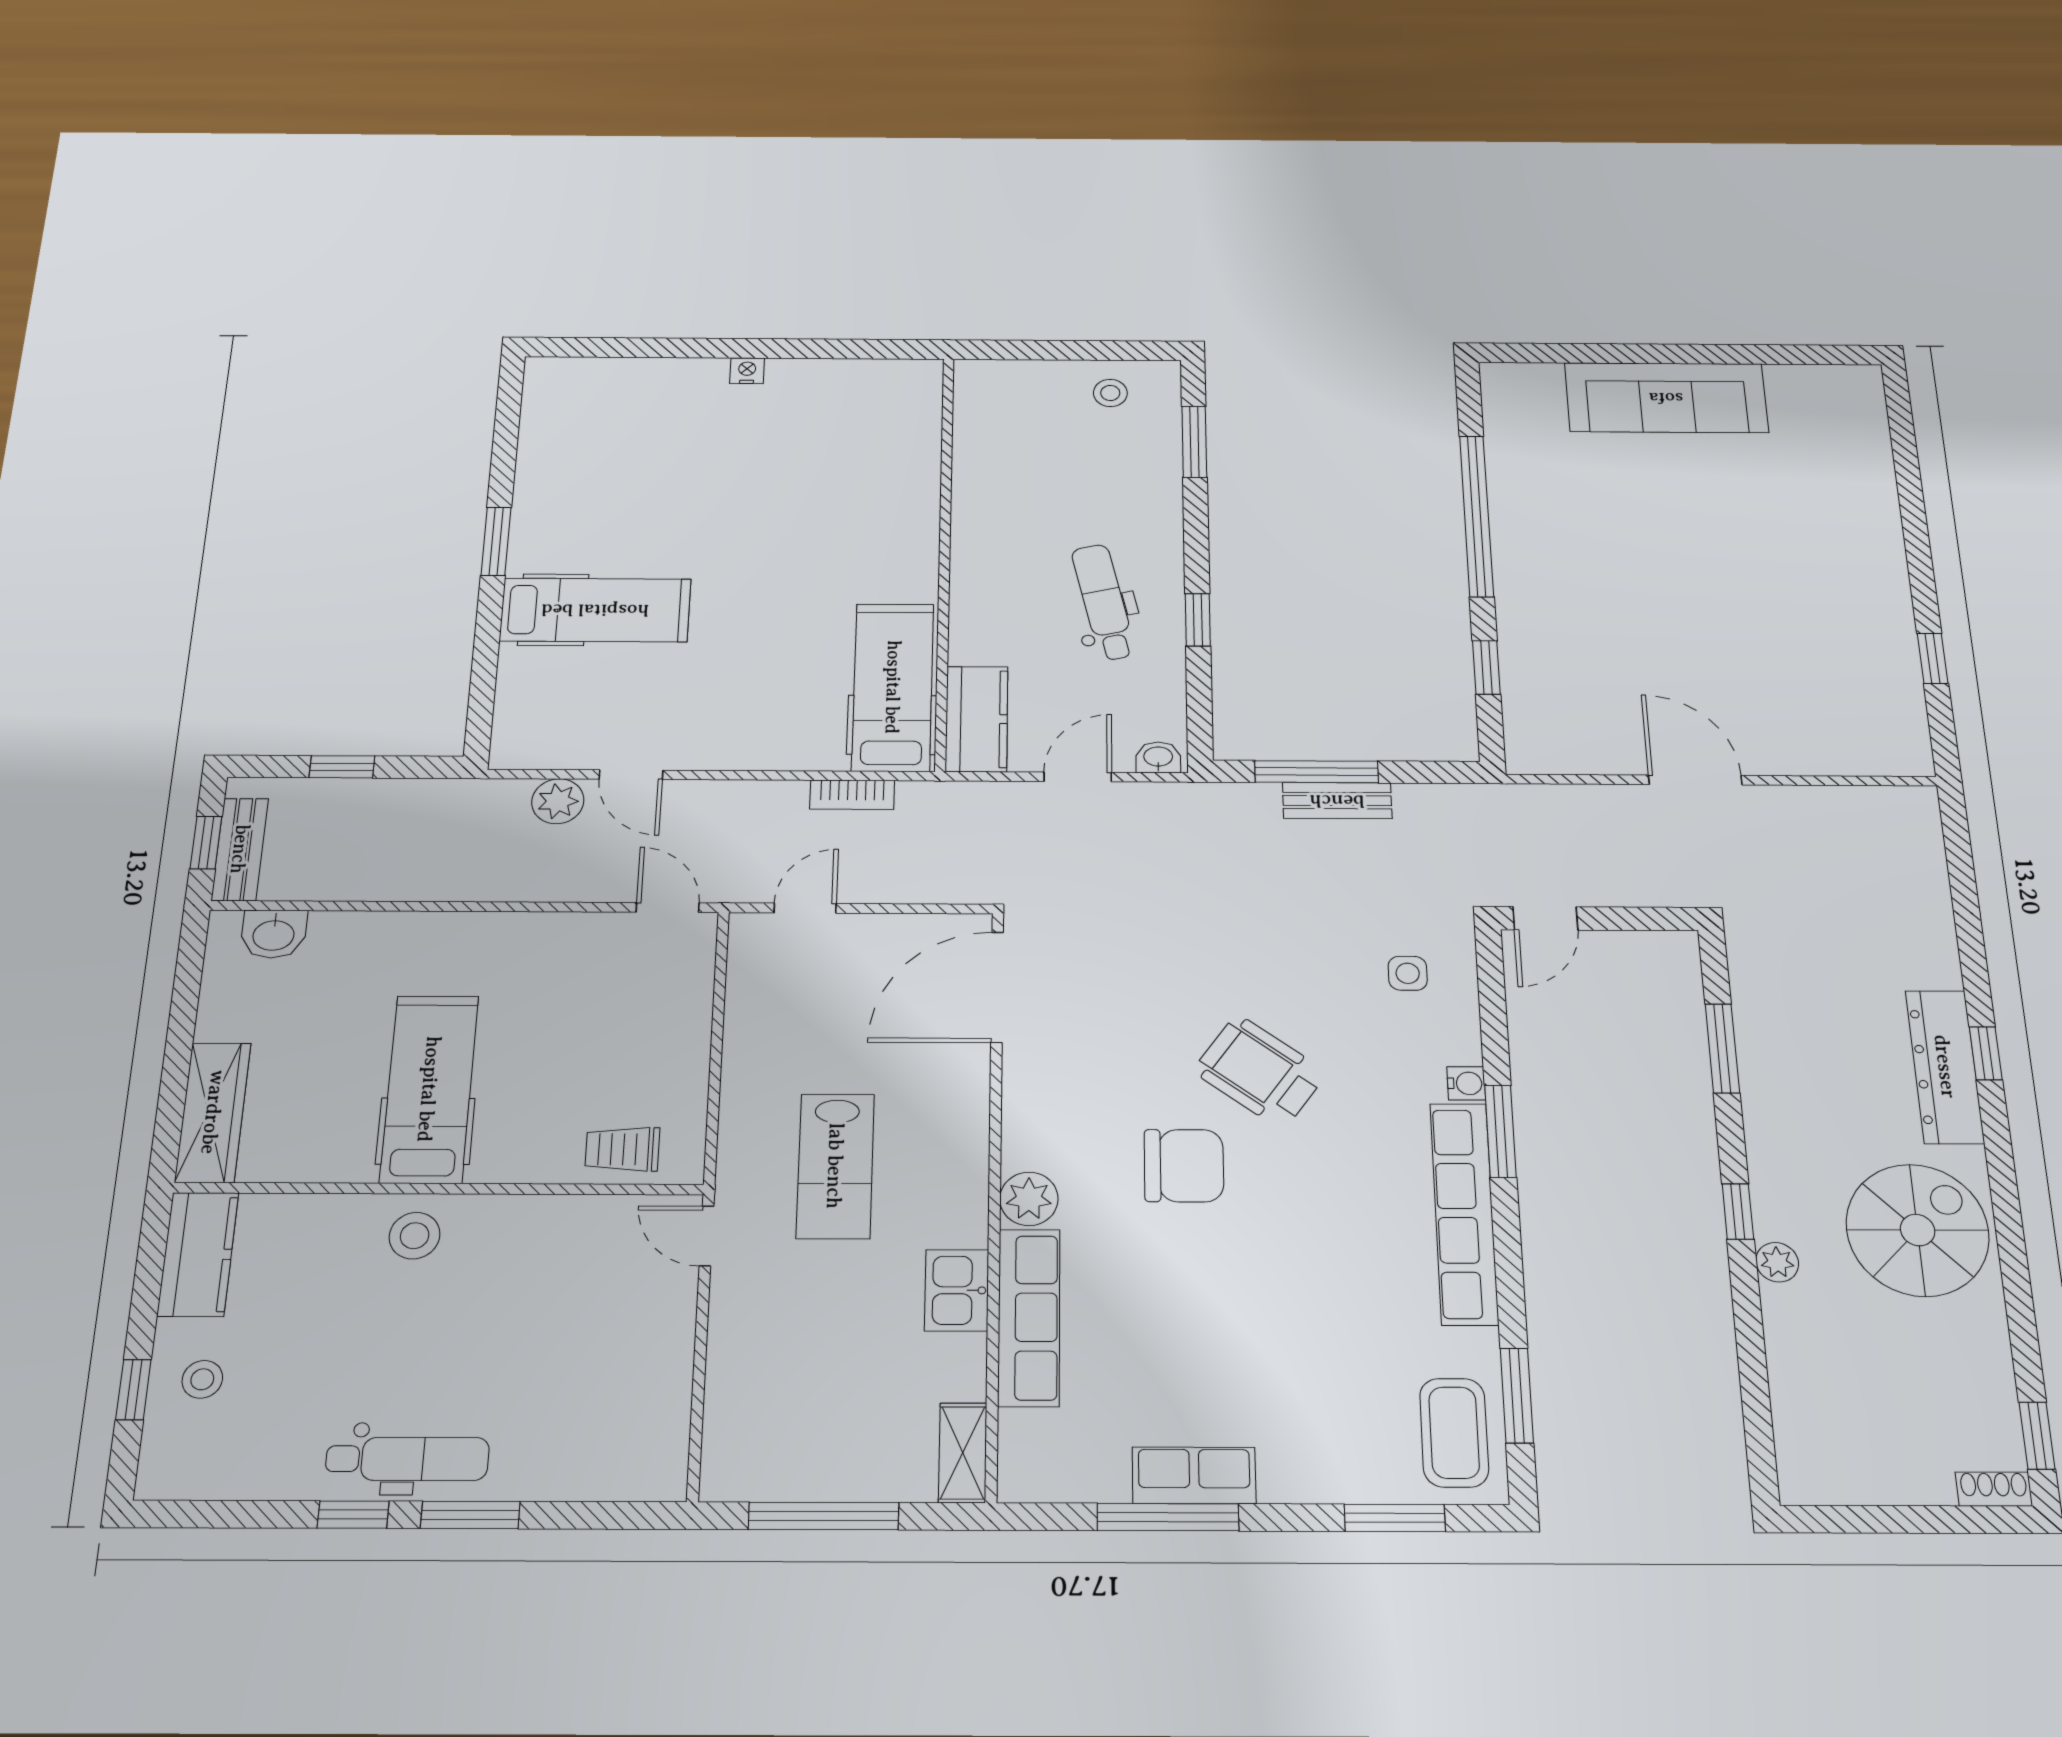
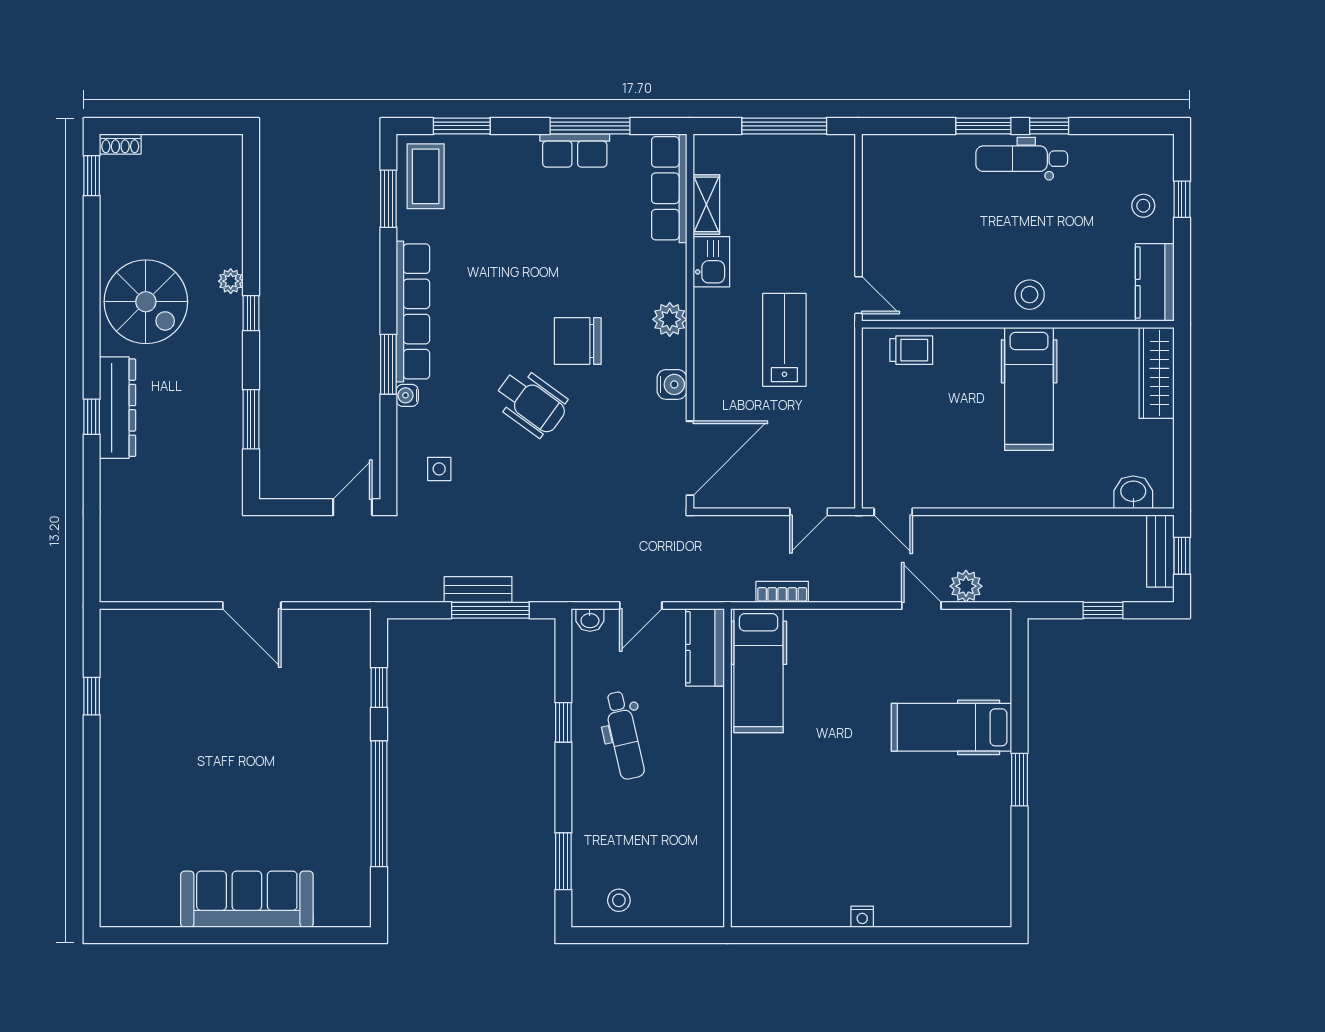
water cooler: (1026, 1098) -> (672, 384), added
spiral stairs: (1918, 1230) -> (146, 302), turned -90
row of seats: (1029, 1317) -> (669, 188), moved
shelving: (963, 1453) -> (706, 204), moved

